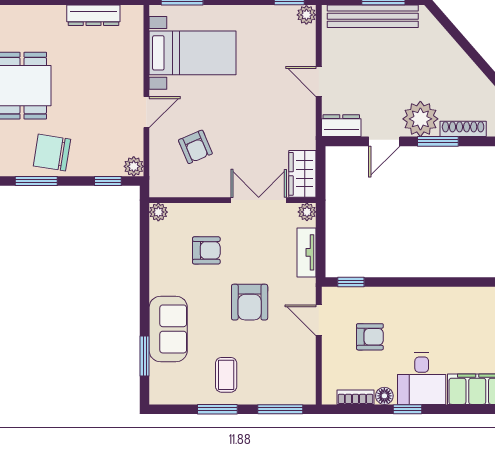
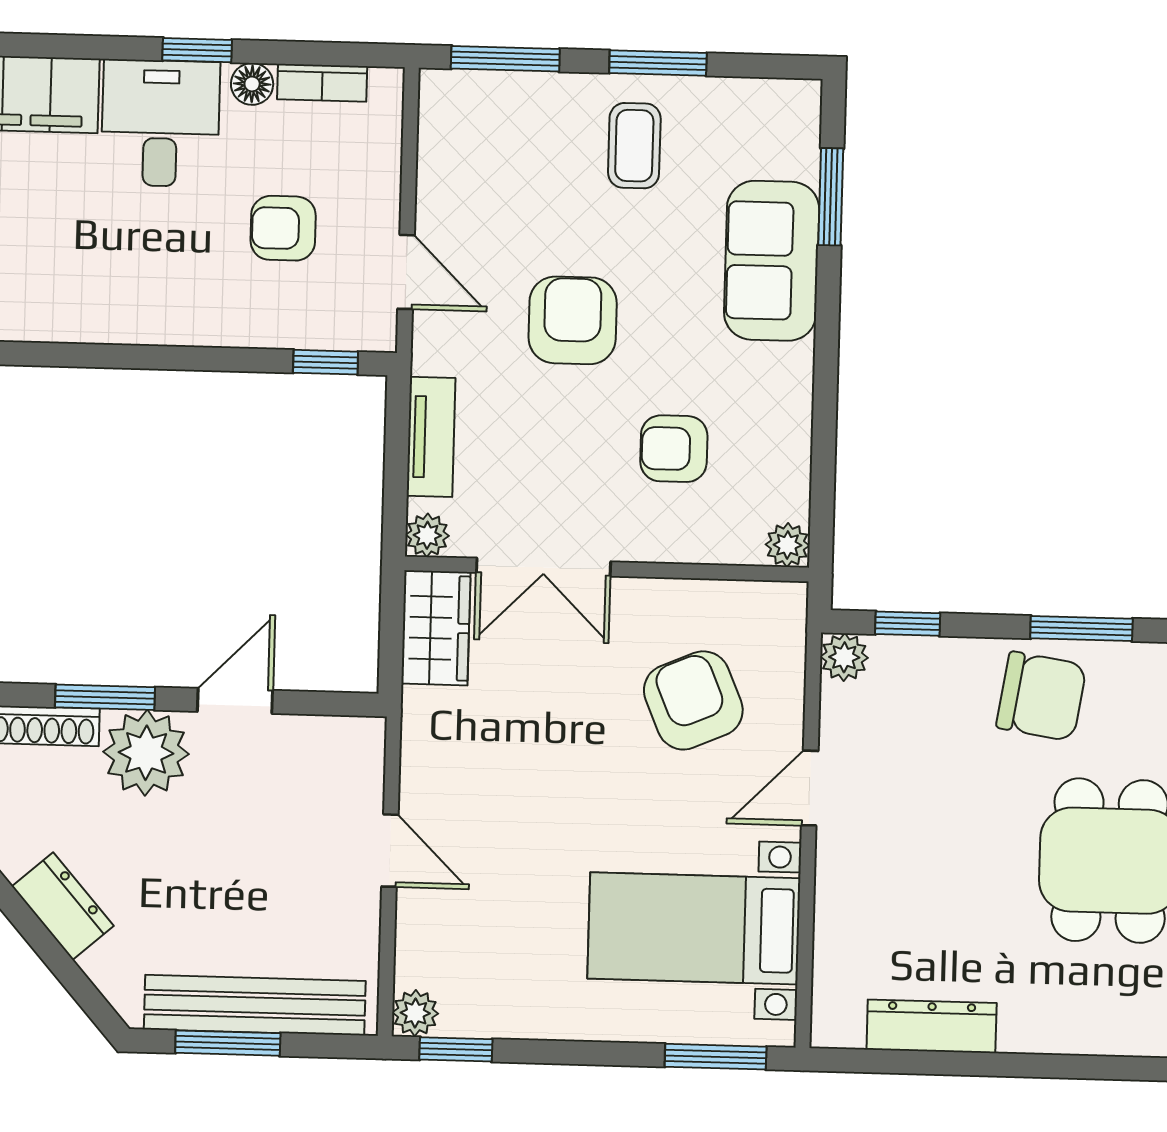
dresser: (341, 126) -> (63, 906), moved, turned -131
armchair: (195, 147) -> (693, 700), width x1.38, depth x1.38

